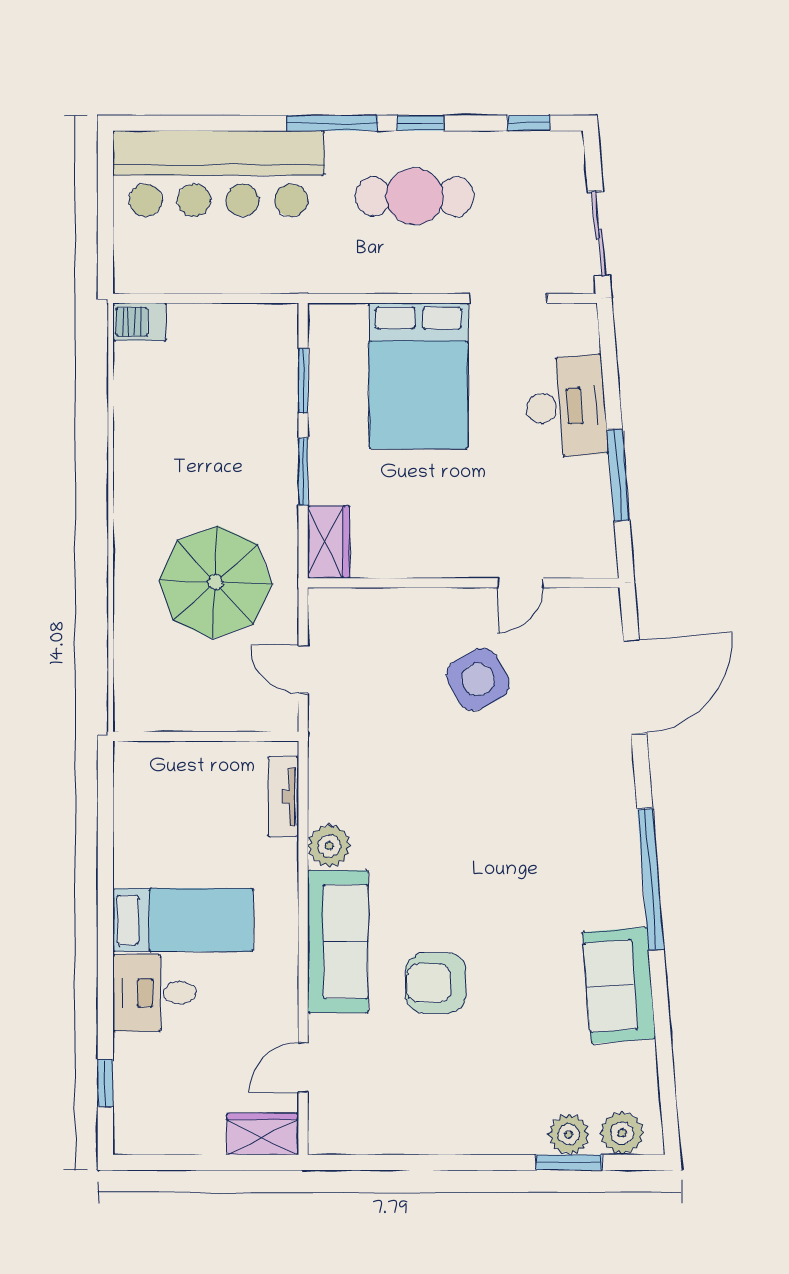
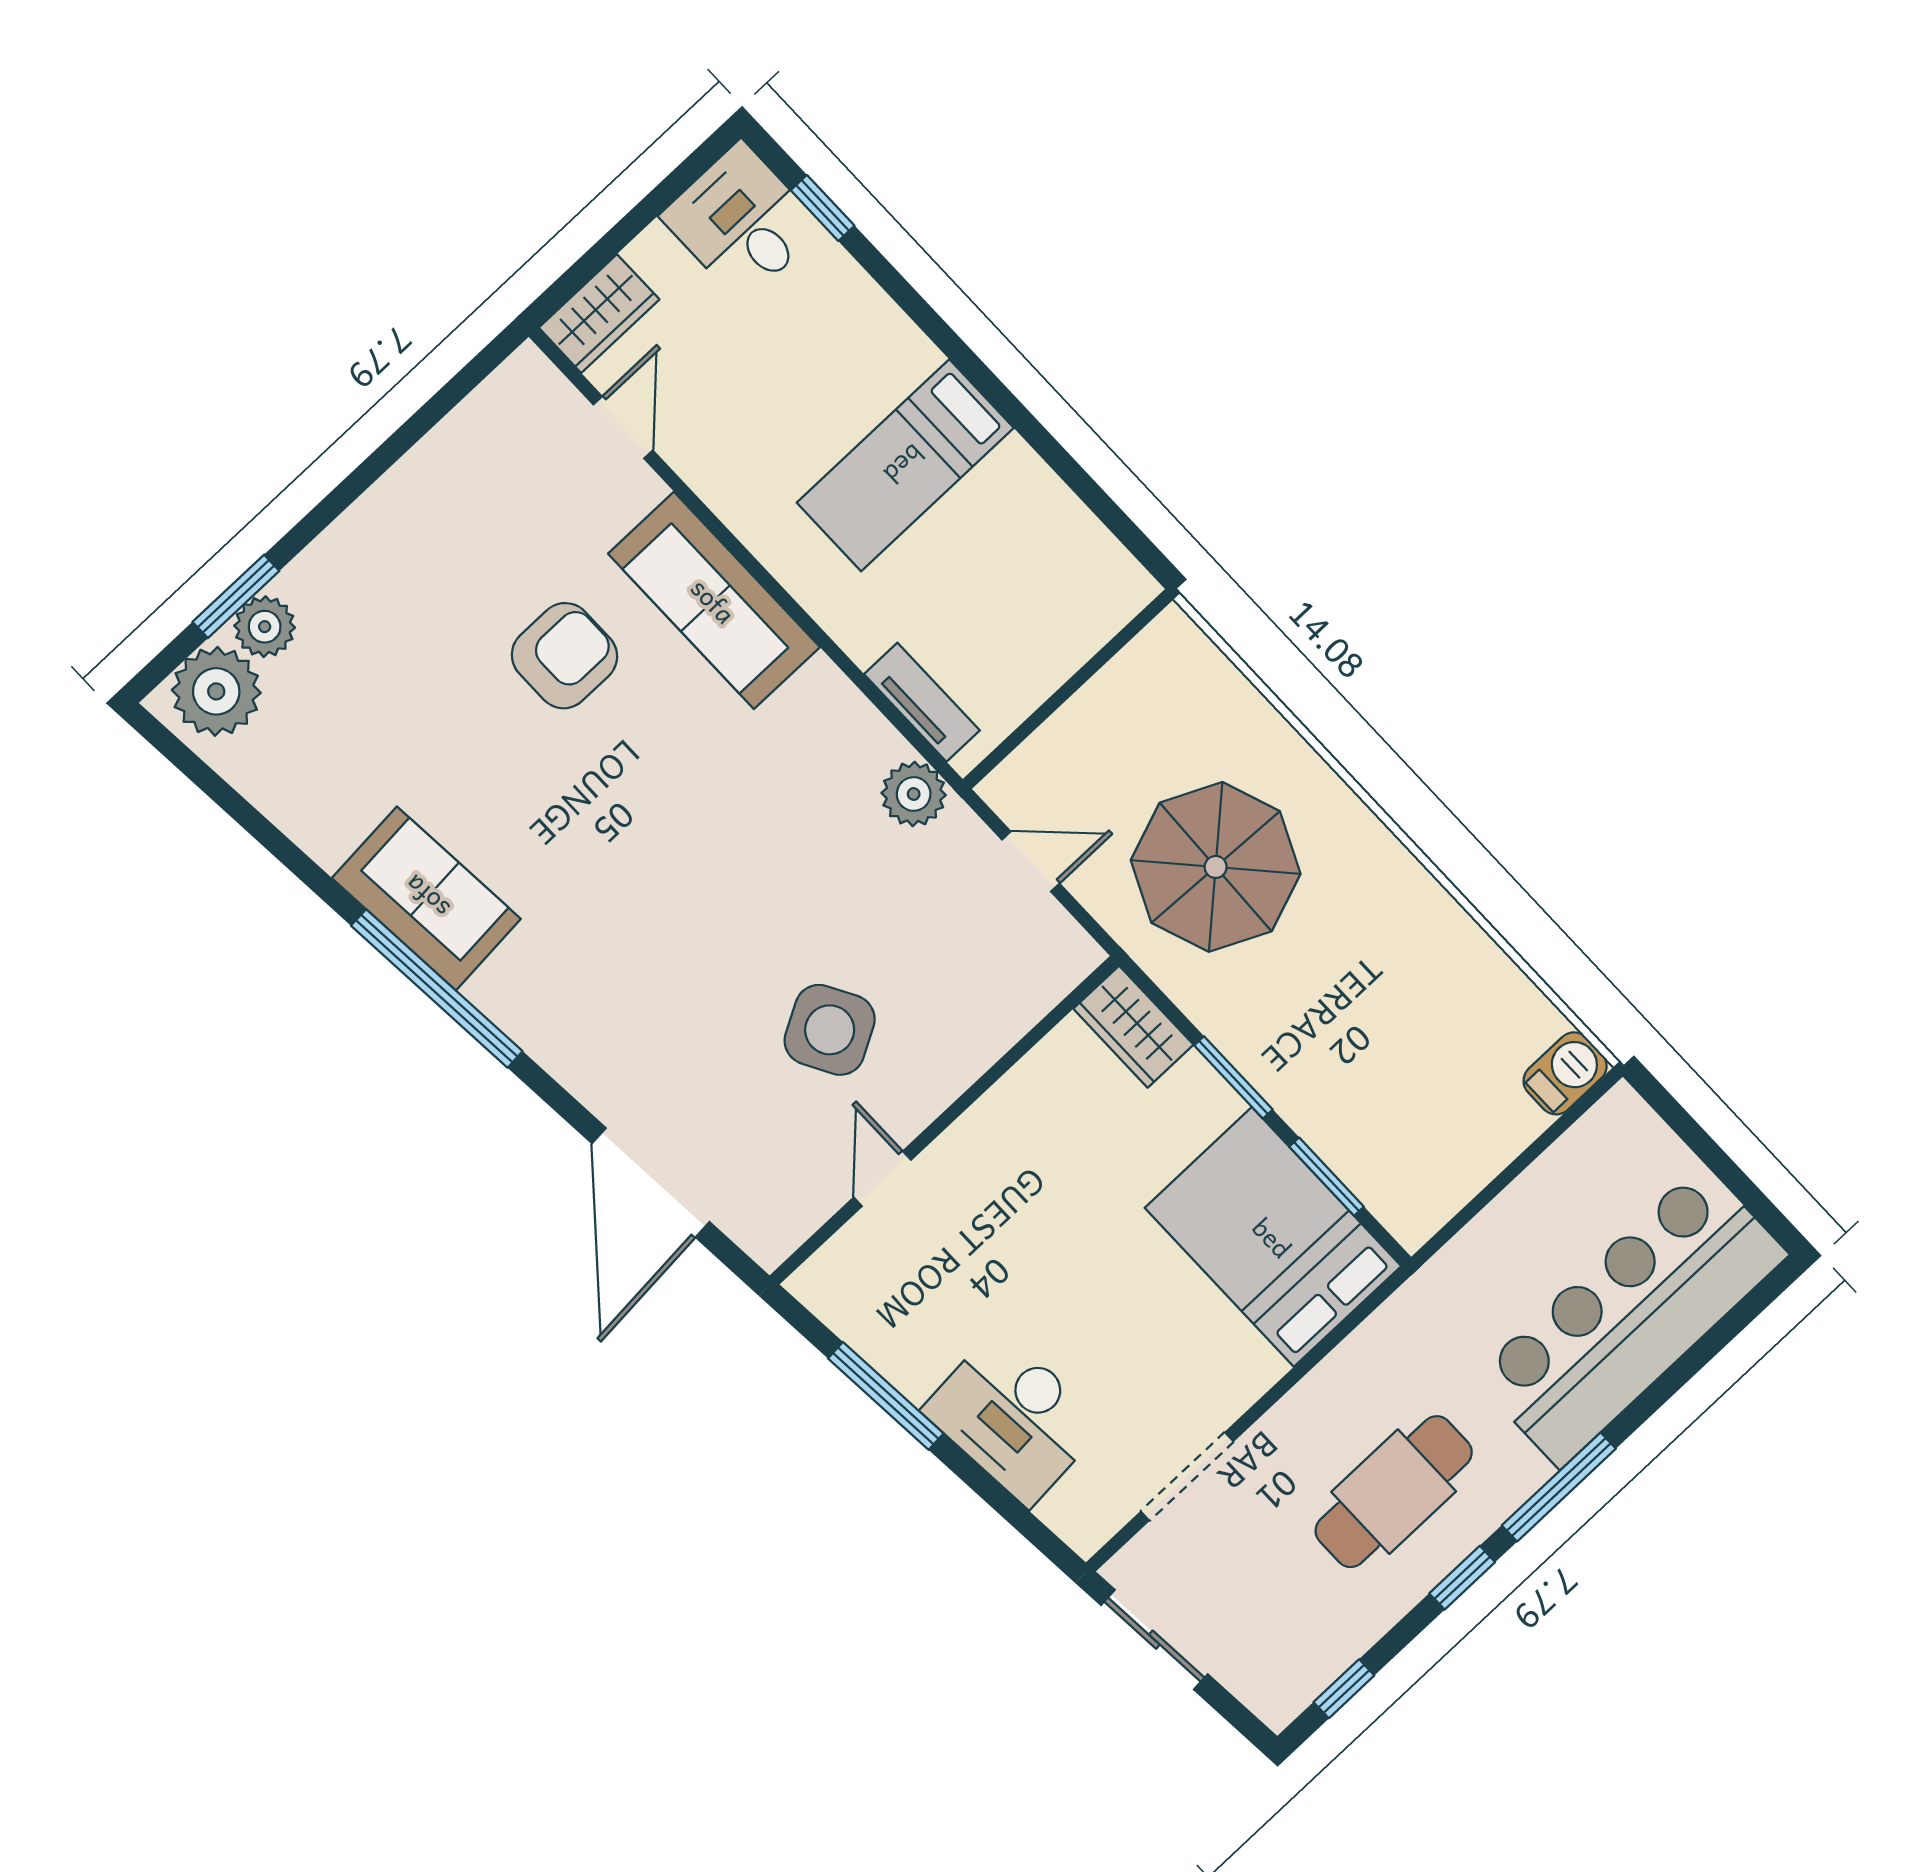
bed: (419, 376) -> (1273, 1237), moved
plant: (329, 846) -> (914, 794), moved
sofa: (619, 985) -> (426, 898), moved
desk: (154, 993) -> (742, 222), moved, turned -90
plant: (622, 1133) -> (216, 691), width x1.36, depth x1.36

